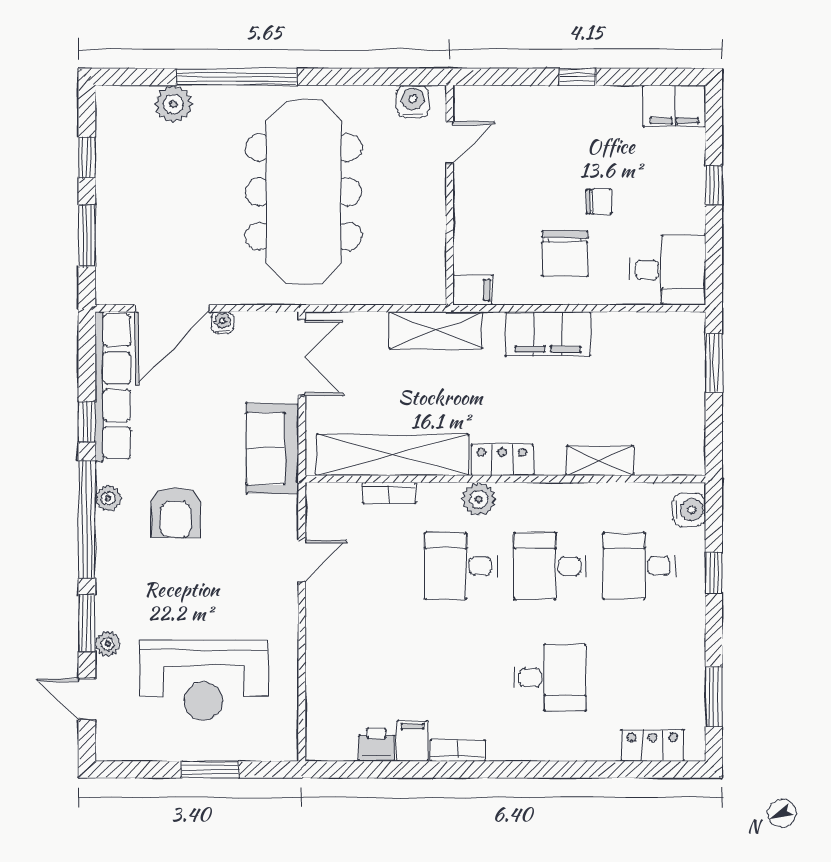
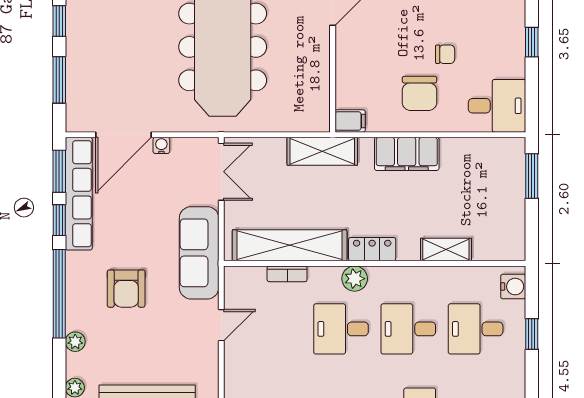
sofa: (272, 449) -> (199, 253), width x1.36
plant: (108, 498) -> (75, 342), moved
window: (87, 623) -> (59, 171), moved

